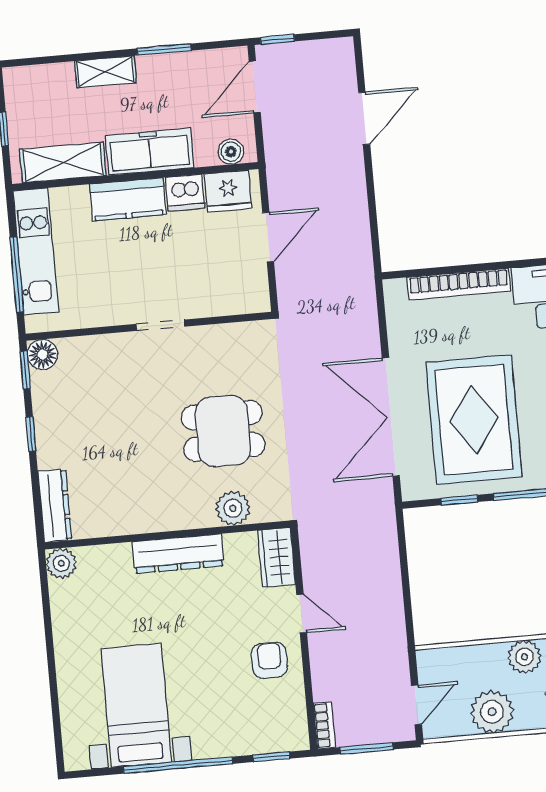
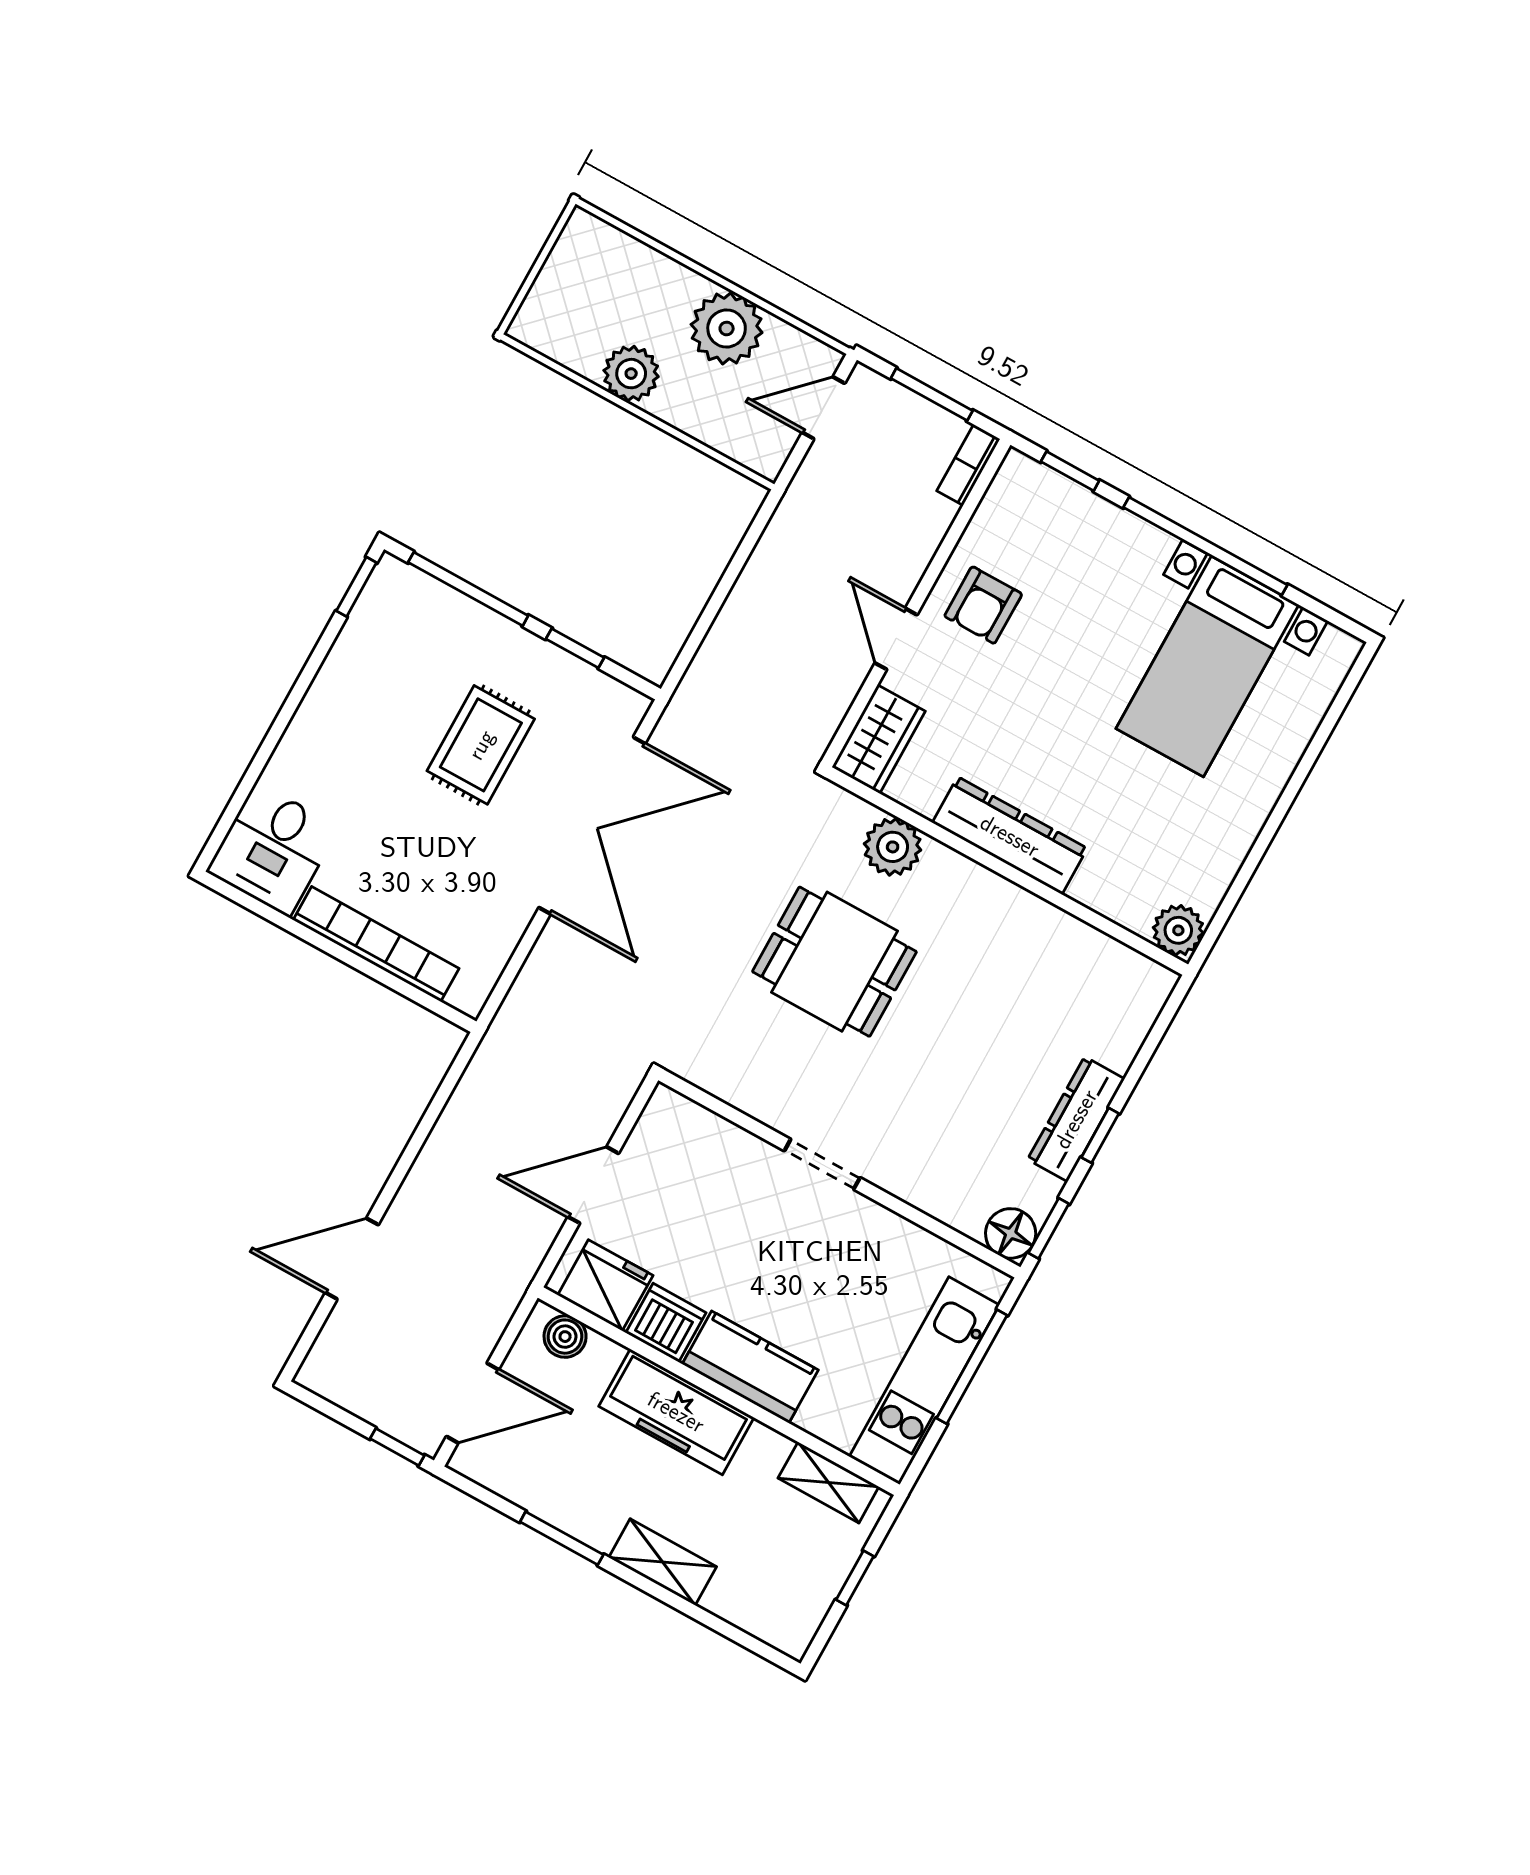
shelving: (63, 162) -> (828, 1482), width x0.67, depth x0.75
rug: (474, 420) -> (481, 745), width x0.54, depth x0.49
dresser: (55, 506) -> (1076, 1119), moved

